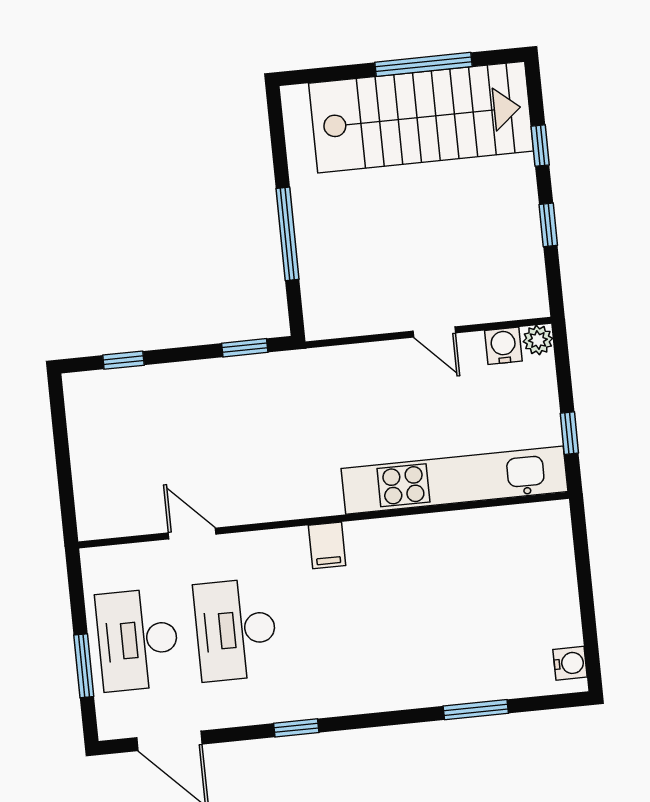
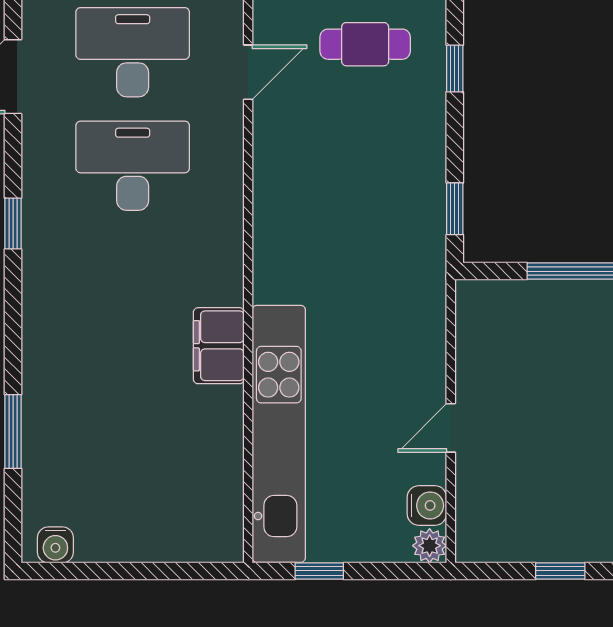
cafe table: (110, 440) -> (365, 44), added
door: (192, 533) -> (248, 72), moved
filing cabinet: (327, 545) -> (219, 346), moved, width x2.00

